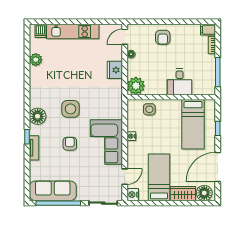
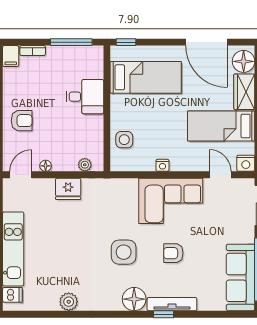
door: (125, 37) -> (21, 175), swing flipped
plant: (36, 60) -> (69, 302), moved
plant: (136, 86) -> (85, 165), width x0.53, depth x0.53
window: (218, 128) -> (126, 42), moved
tv unit: (34, 148) -> (172, 304), width x1.41

